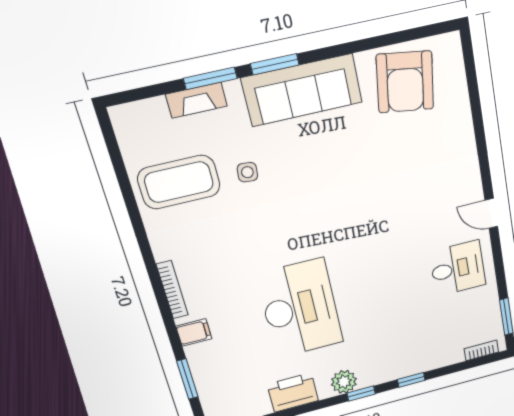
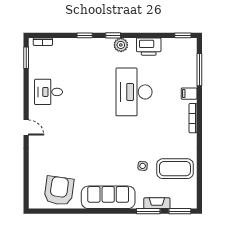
window: (275, 64) -> (180, 211), moved
door: (491, 213) -> (26, 128), moved
window: (187, 379) -> (199, 70), width x1.44

